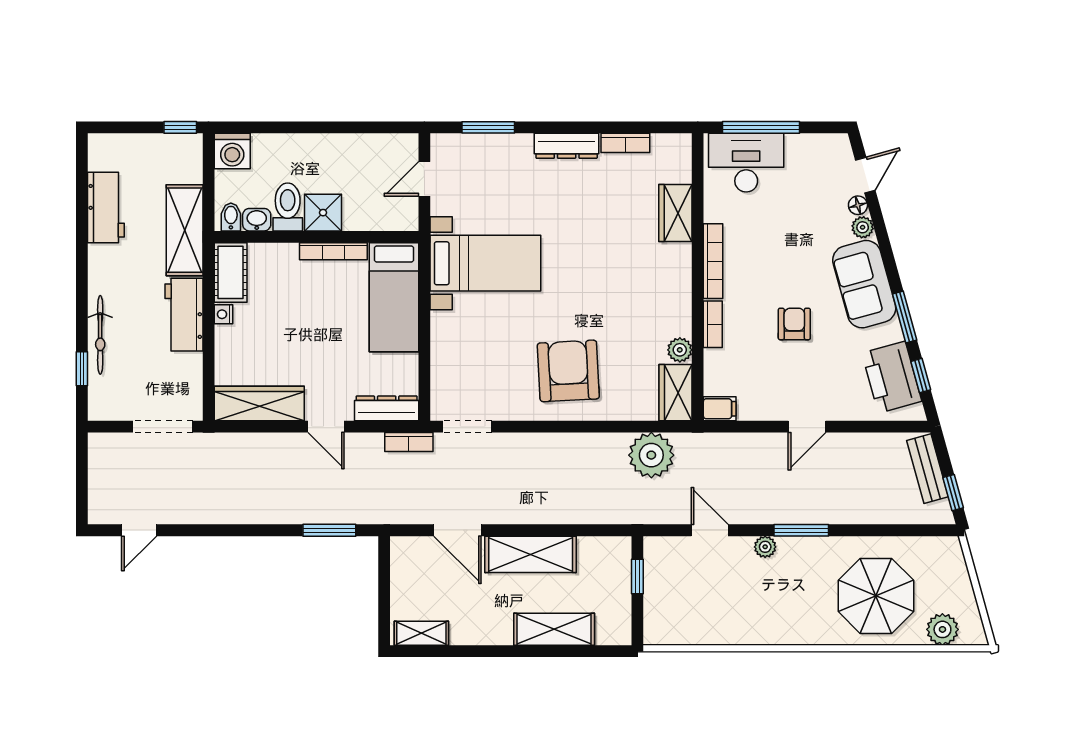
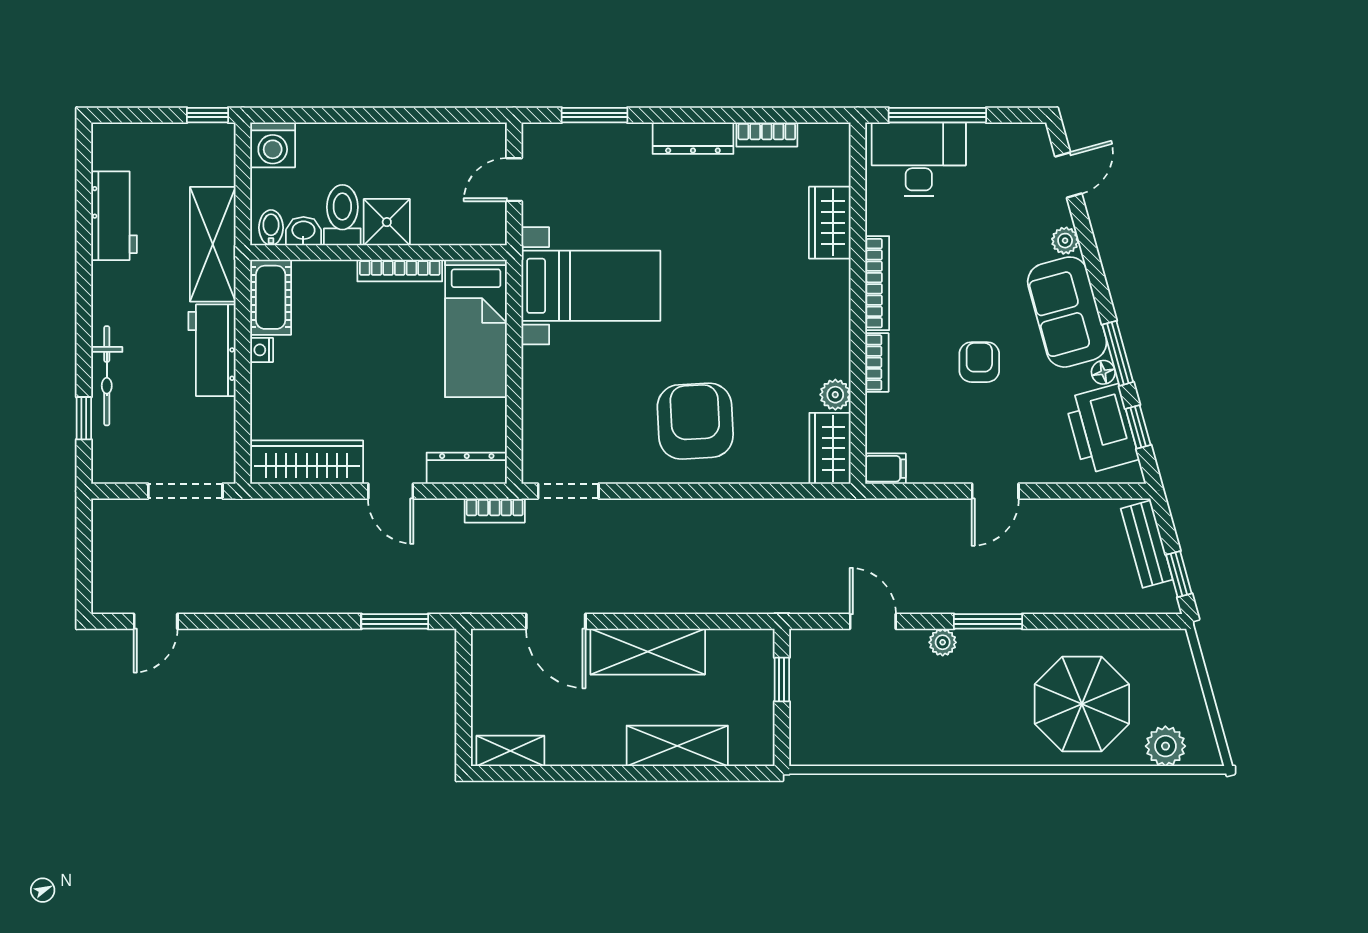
floor lamp: (858, 205) -> (1103, 372), moved
plant: (651, 455) -> (799, 527), removed

